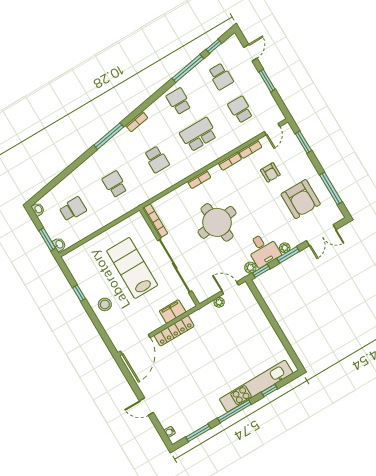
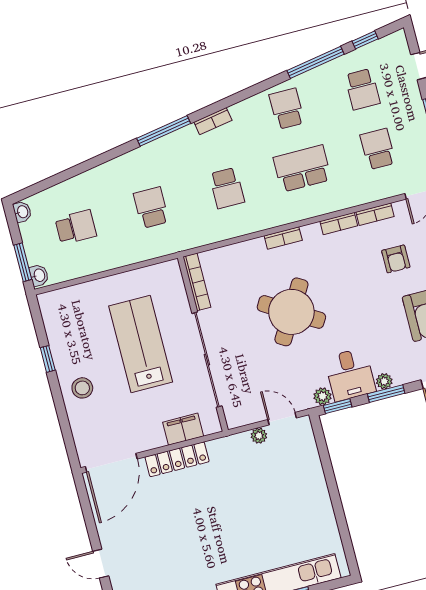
round table: (217, 222) -> (291, 312), turned 38

